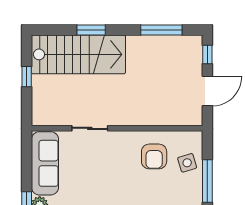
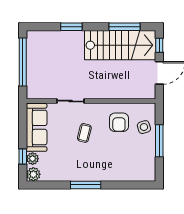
stairs: (78, 54) -> (120, 45), moved
window: (27, 77) -> (23, 62), width x3.17
coffee table: (108, 171) -> (84, 133), added

